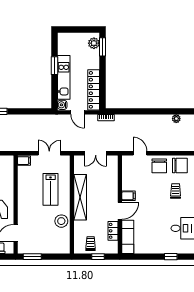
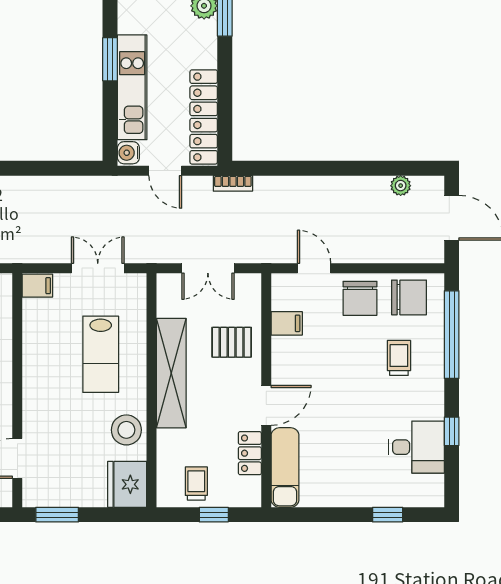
pallet: (105, 184) -> (232, 342), added
filing cabinet: (129, 196) -> (287, 323), moved
fridge: (62, 244) -> (127, 484), added

